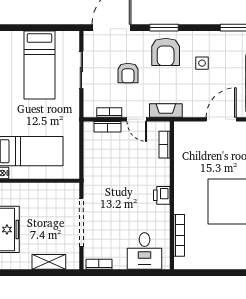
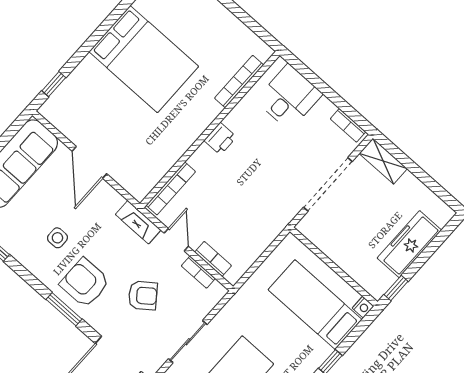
armchair: (166, 52) -> (85, 283), turned -90
armchair: (128, 73) -> (143, 296), turned 53
door: (221, 119) -> (89, 162), hinge flipped
bookcase: (164, 145) -> (171, 188), width x1.56
shelving: (49, 262) -> (383, 161), moved

